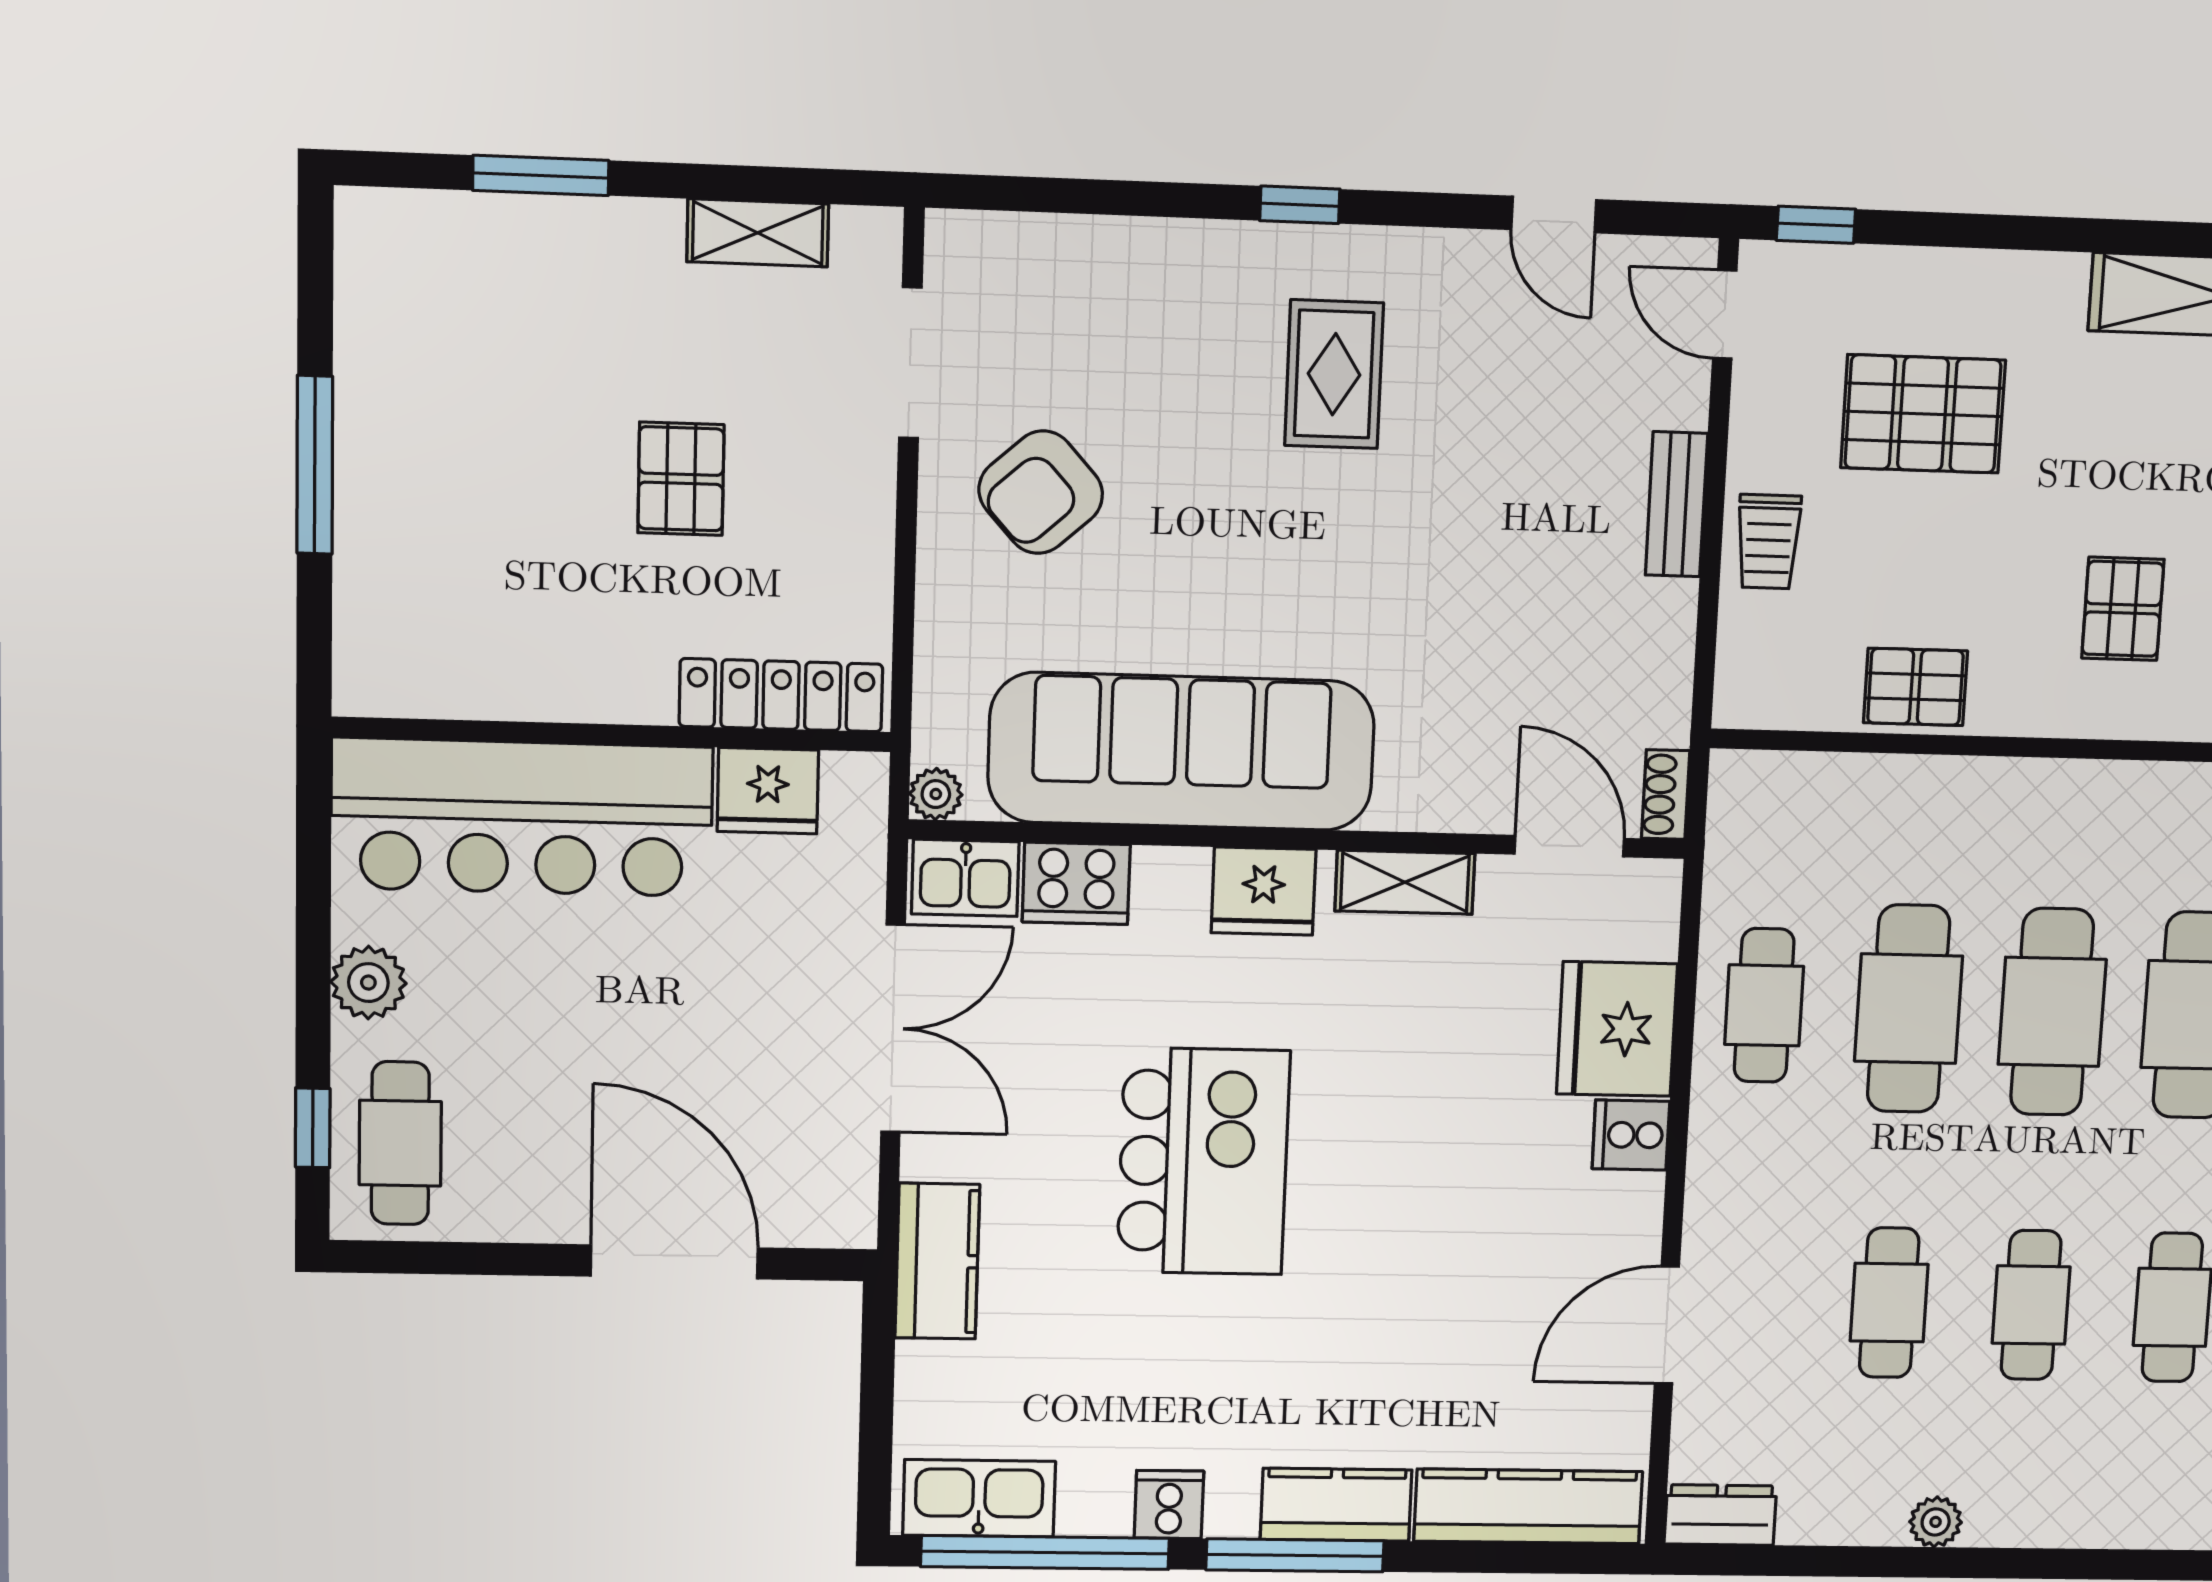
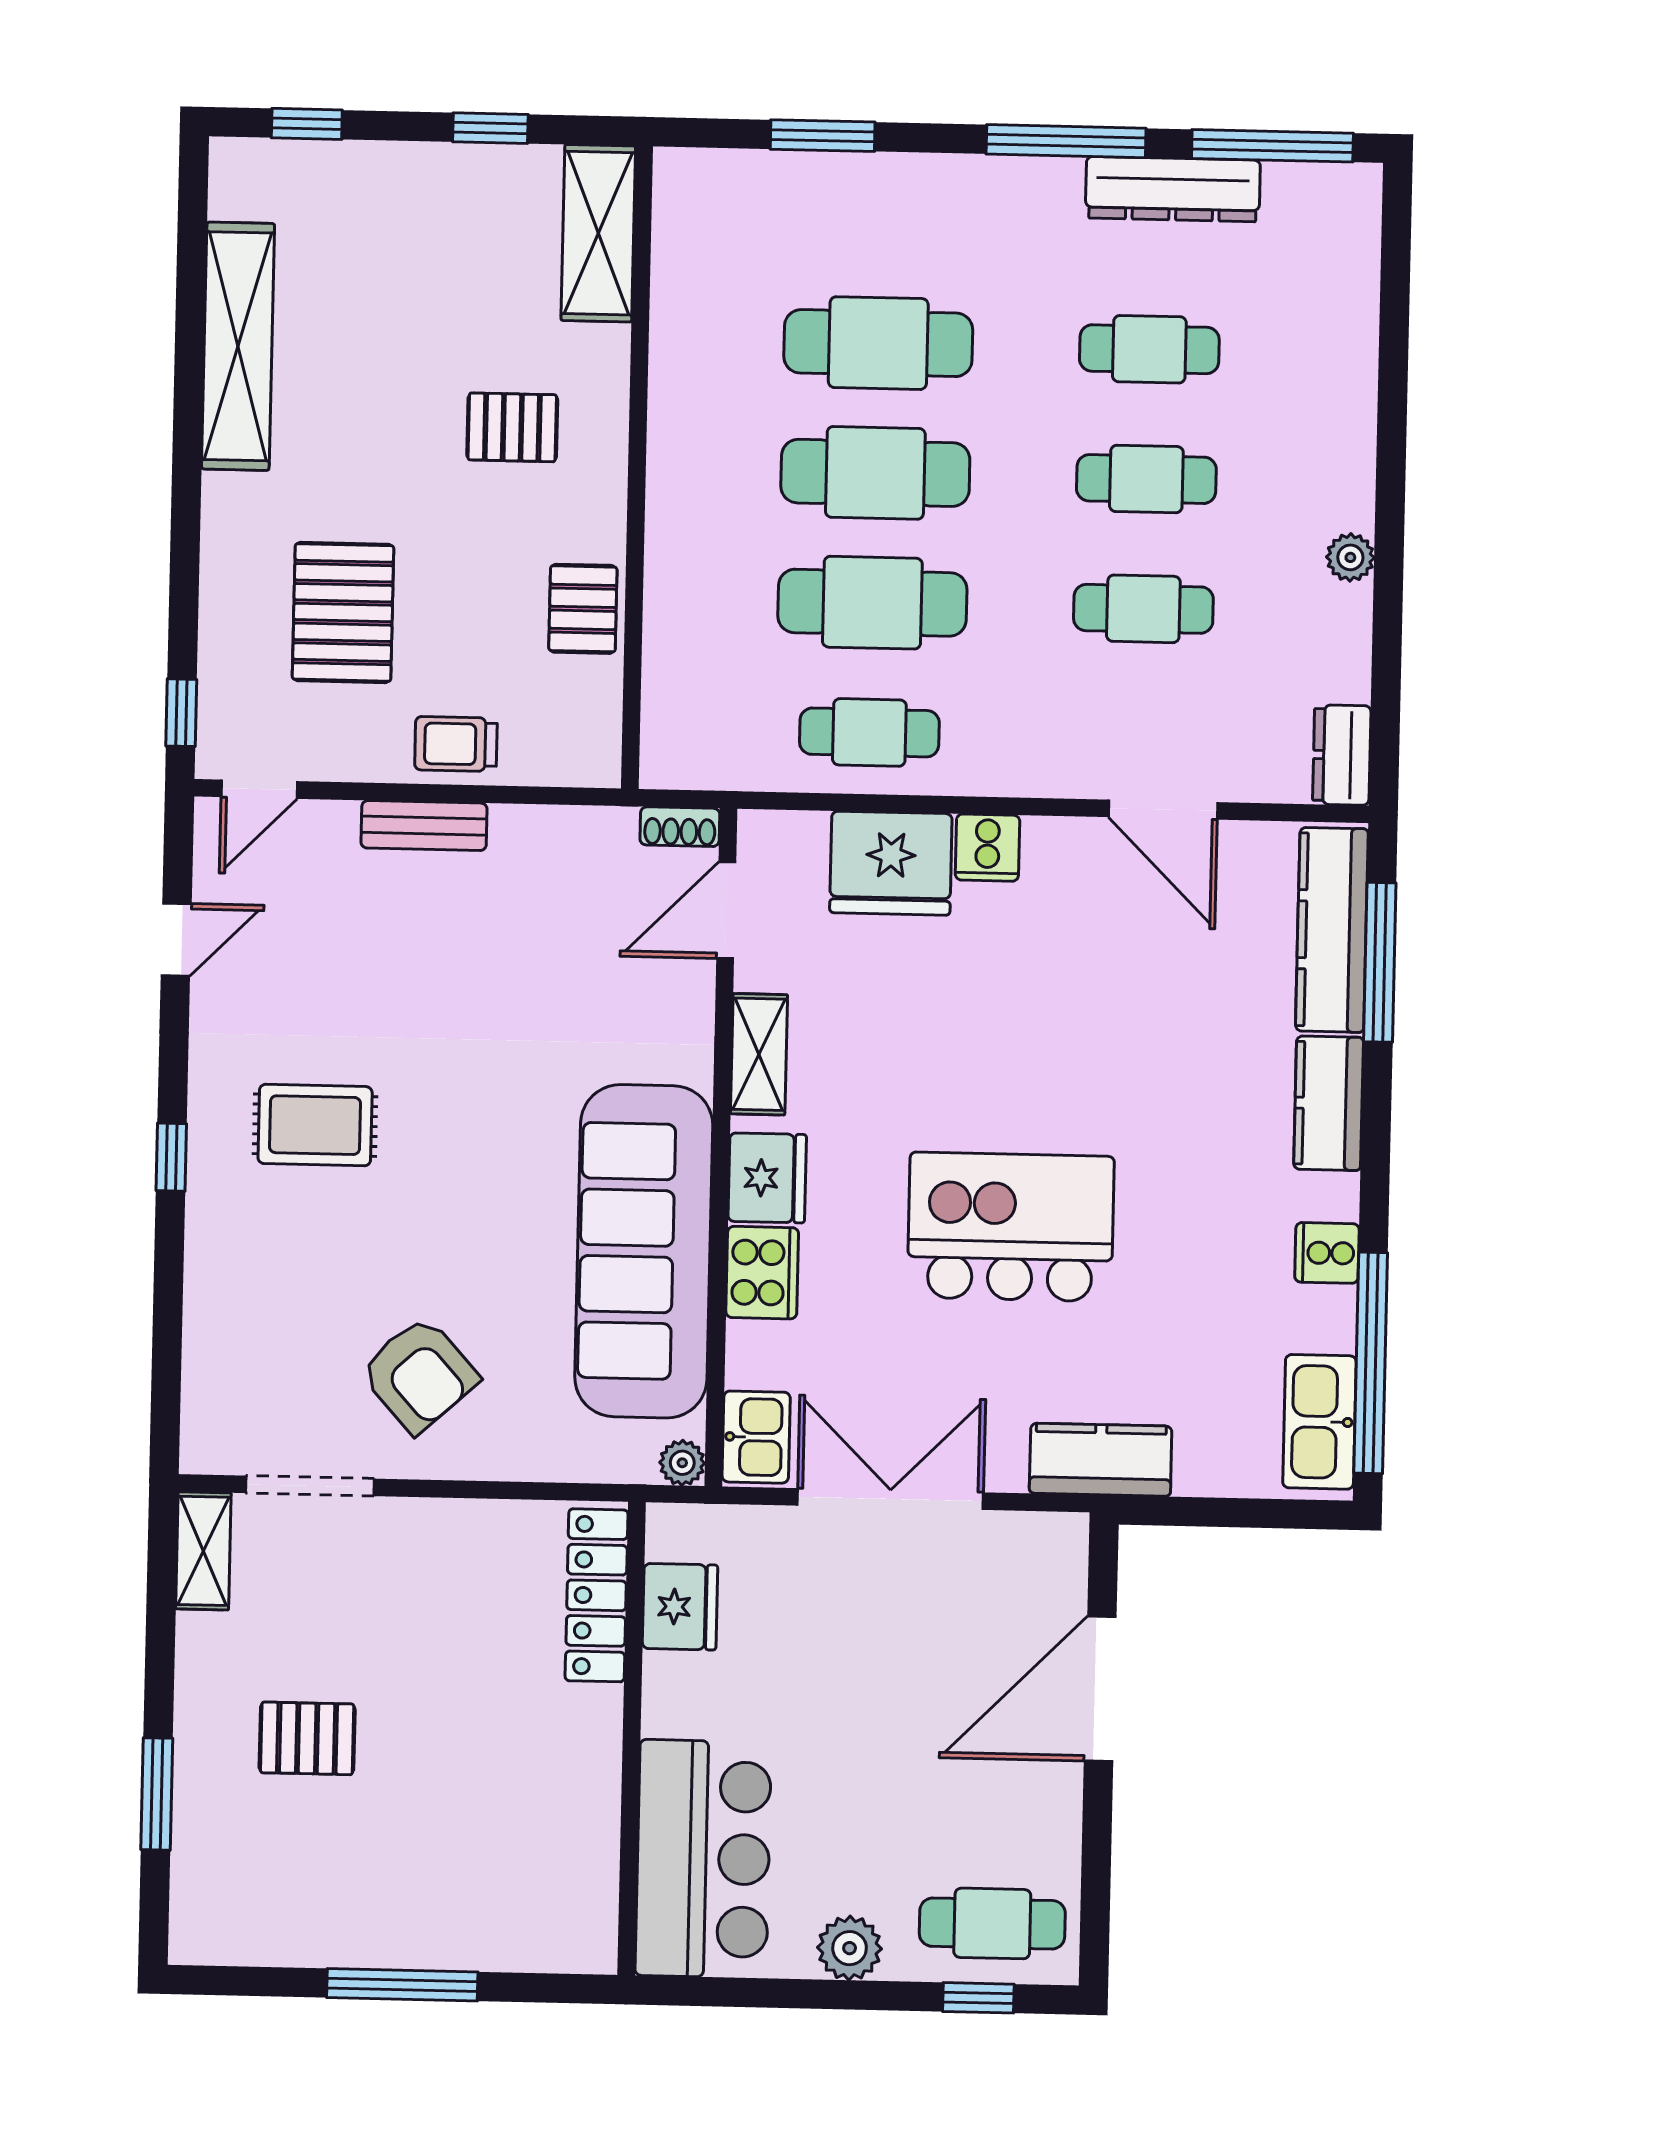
shelving: (758, 233) -> (203, 1551), moved
pallet: (681, 479) -> (307, 1738), moved
trolley: (1768, 542) -> (456, 744), turned 180
bar counter: (522, 817) -> (703, 1859), width x0.73
cooker: (1076, 883) -> (762, 1273), moved
window: (1295, 1555) -> (1380, 962), moved

